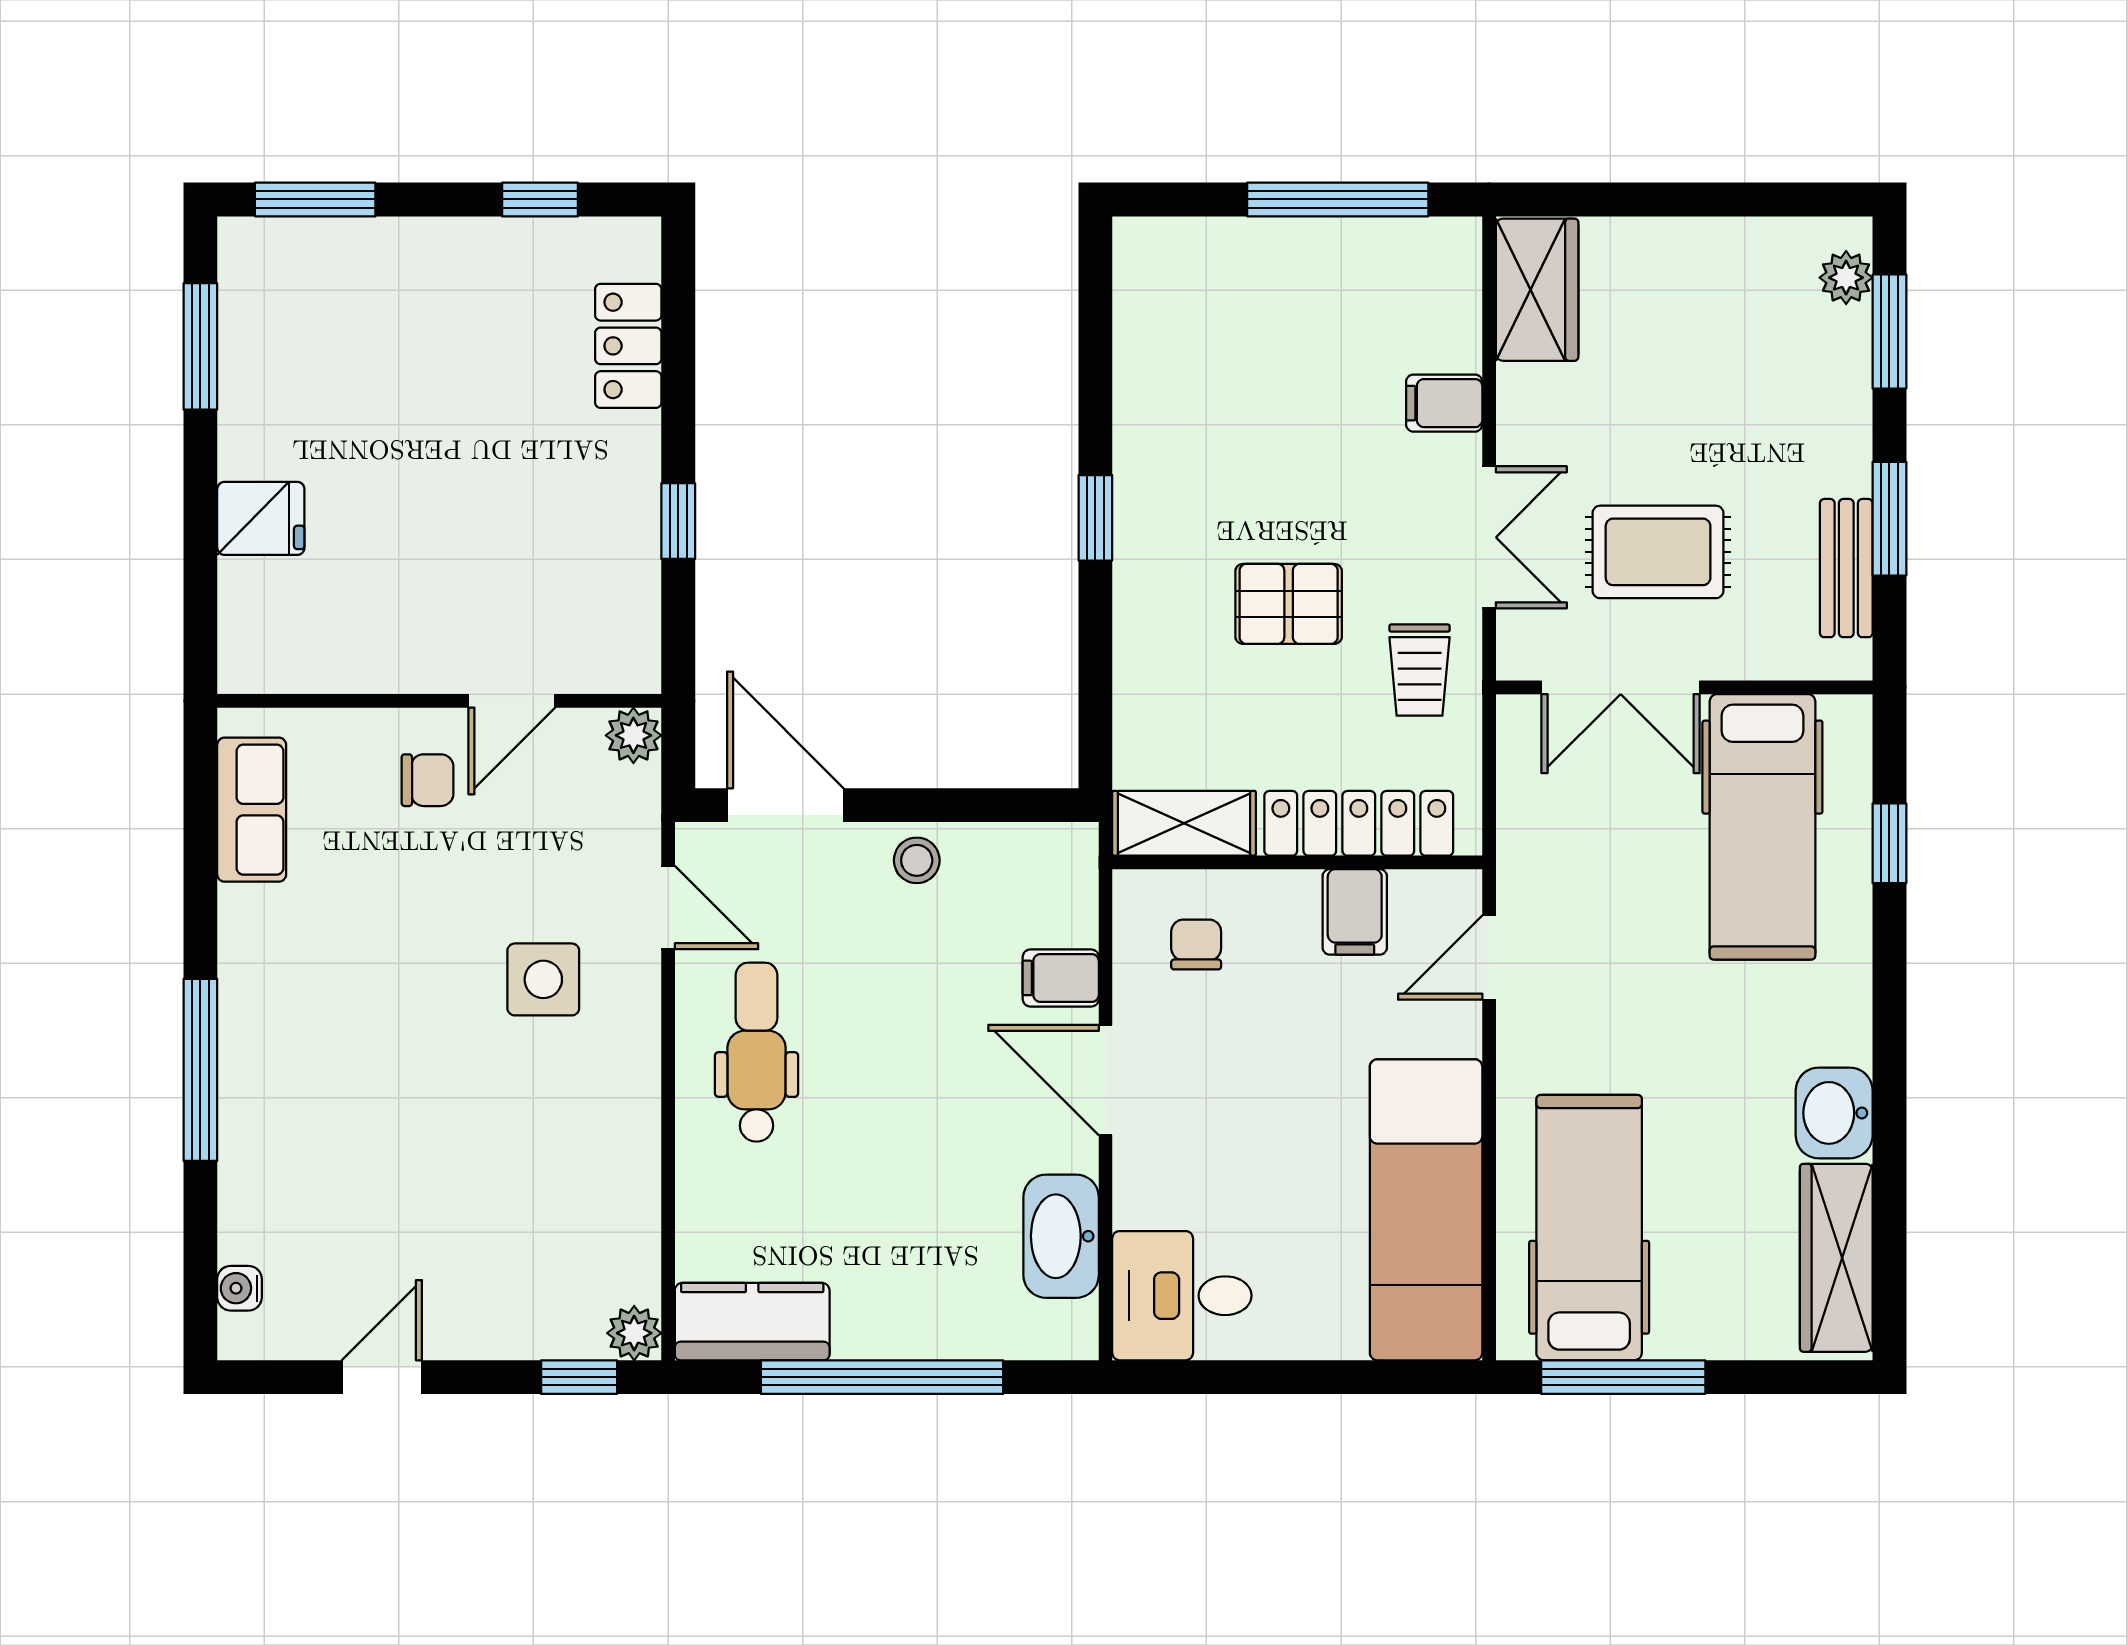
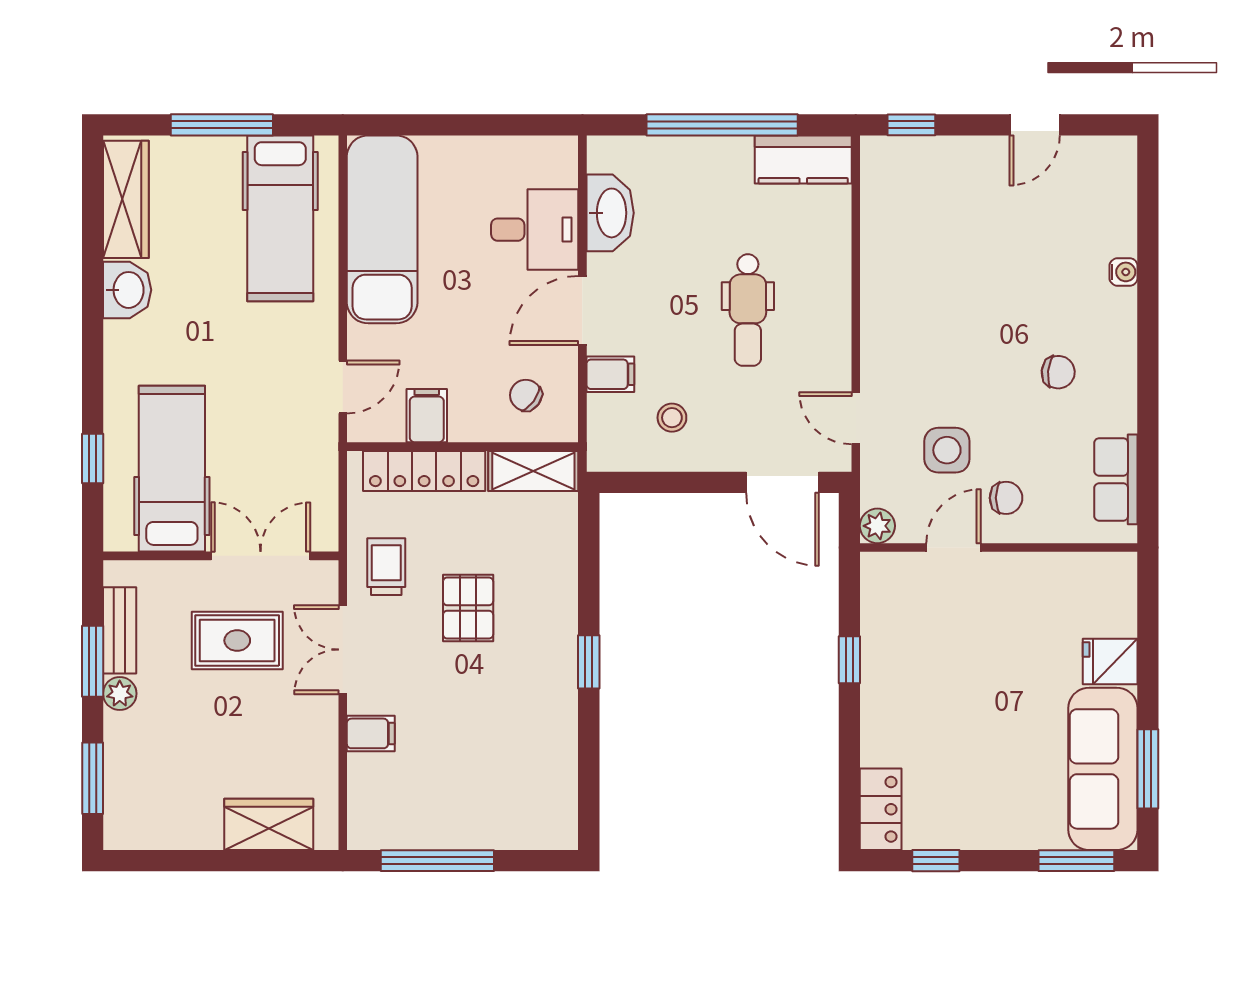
plant: (1846, 278) -> (120, 694), moved
wardrobe: (1537, 290) -> (269, 824), moved, turned 90
sofa: (273, 346) -> (1103, 769), added
locker: (628, 346) -> (881, 809), moved
pallet: (1289, 604) -> (468, 608), turned 90
chair: (428, 780) -> (1006, 498), turned 180
stool: (917, 860) -> (672, 418), moved
chair: (1196, 944) -> (526, 395), turned 126
side table: (543, 979) -> (947, 450), moved
chair: (344, 981) -> (1058, 372), added
dental chair: (757, 1052) -> (748, 310), moved
window: (200, 1070) -> (1148, 317), removed
door: (1105, 1080) -> (582, 310), swing flipped
water cooler: (240, 1288) -> (1124, 272), moved
desk: (1182, 1296) -> (535, 230), moved
plant: (634, 1333) -> (877, 152), removed
window: (1623, 1377) -> (222, 125), moved

